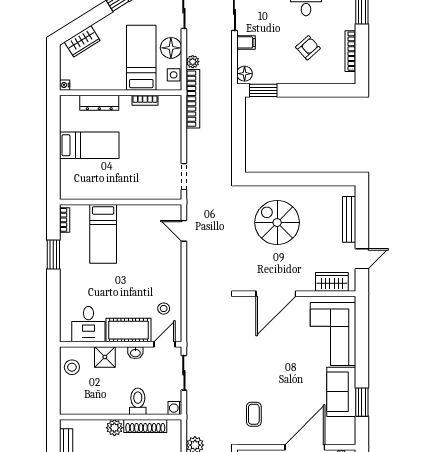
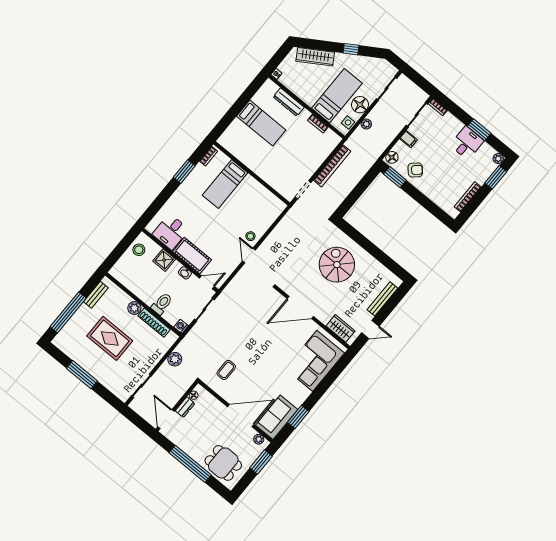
wardrobe: (82, 41) -> (315, 57), width x1.50
armchair: (308, 48) -> (415, 170), moved
bookcase: (193, 99) -> (332, 166), moved
door: (184, 231) -> (249, 256), moved
stool: (164, 309) -> (250, 236), moved
sofa: (341, 392) -> (277, 417), moved

